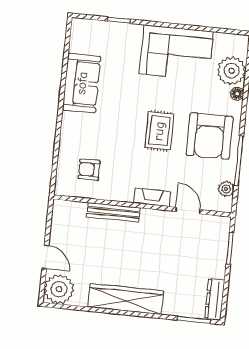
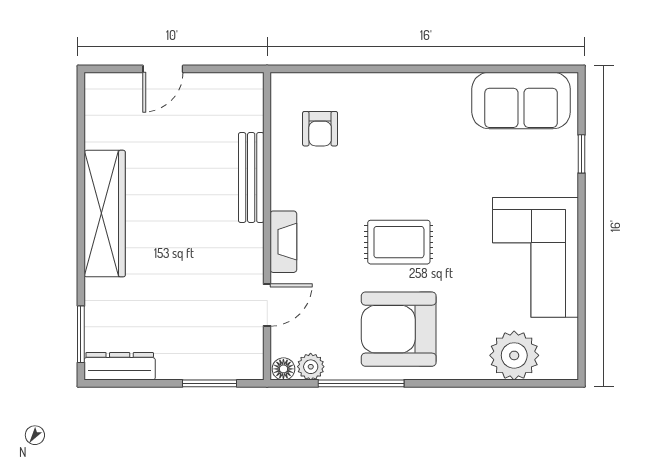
sofa: (82, 83) -> (521, 100), moved
floor lamp: (237, 94) -> (283, 369), moved
armchair: (89, 170) -> (320, 129), turned 180
plant: (59, 289) -> (110, 98), removed

